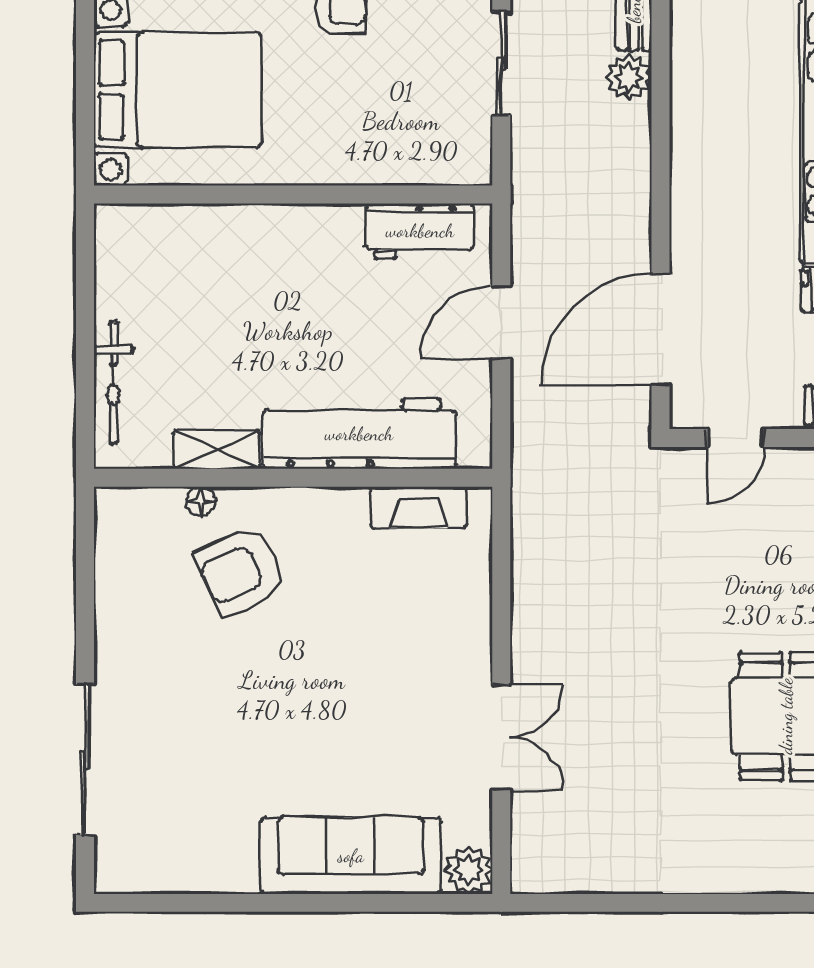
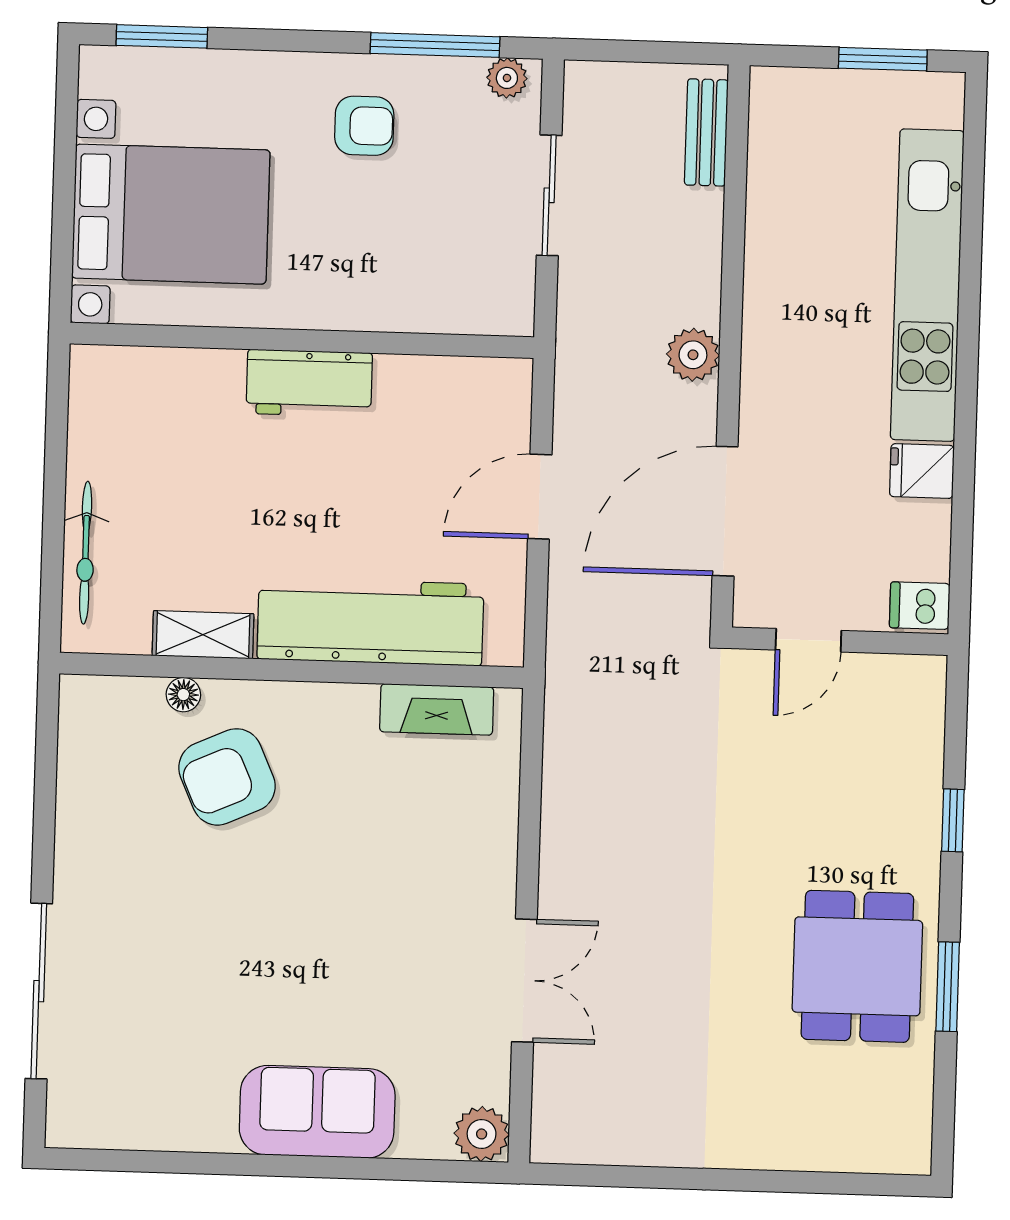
plant: (629, 77) -> (693, 355), moved
workbench: (420, 231) -> (309, 383), moved
sofa: (351, 856) -> (317, 1112), width x0.73

